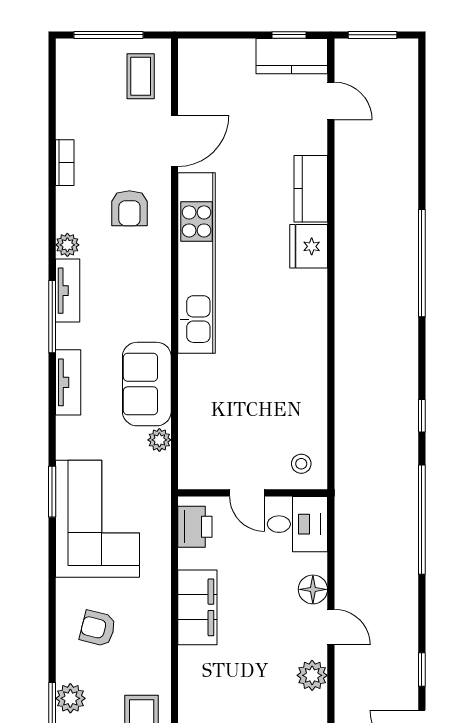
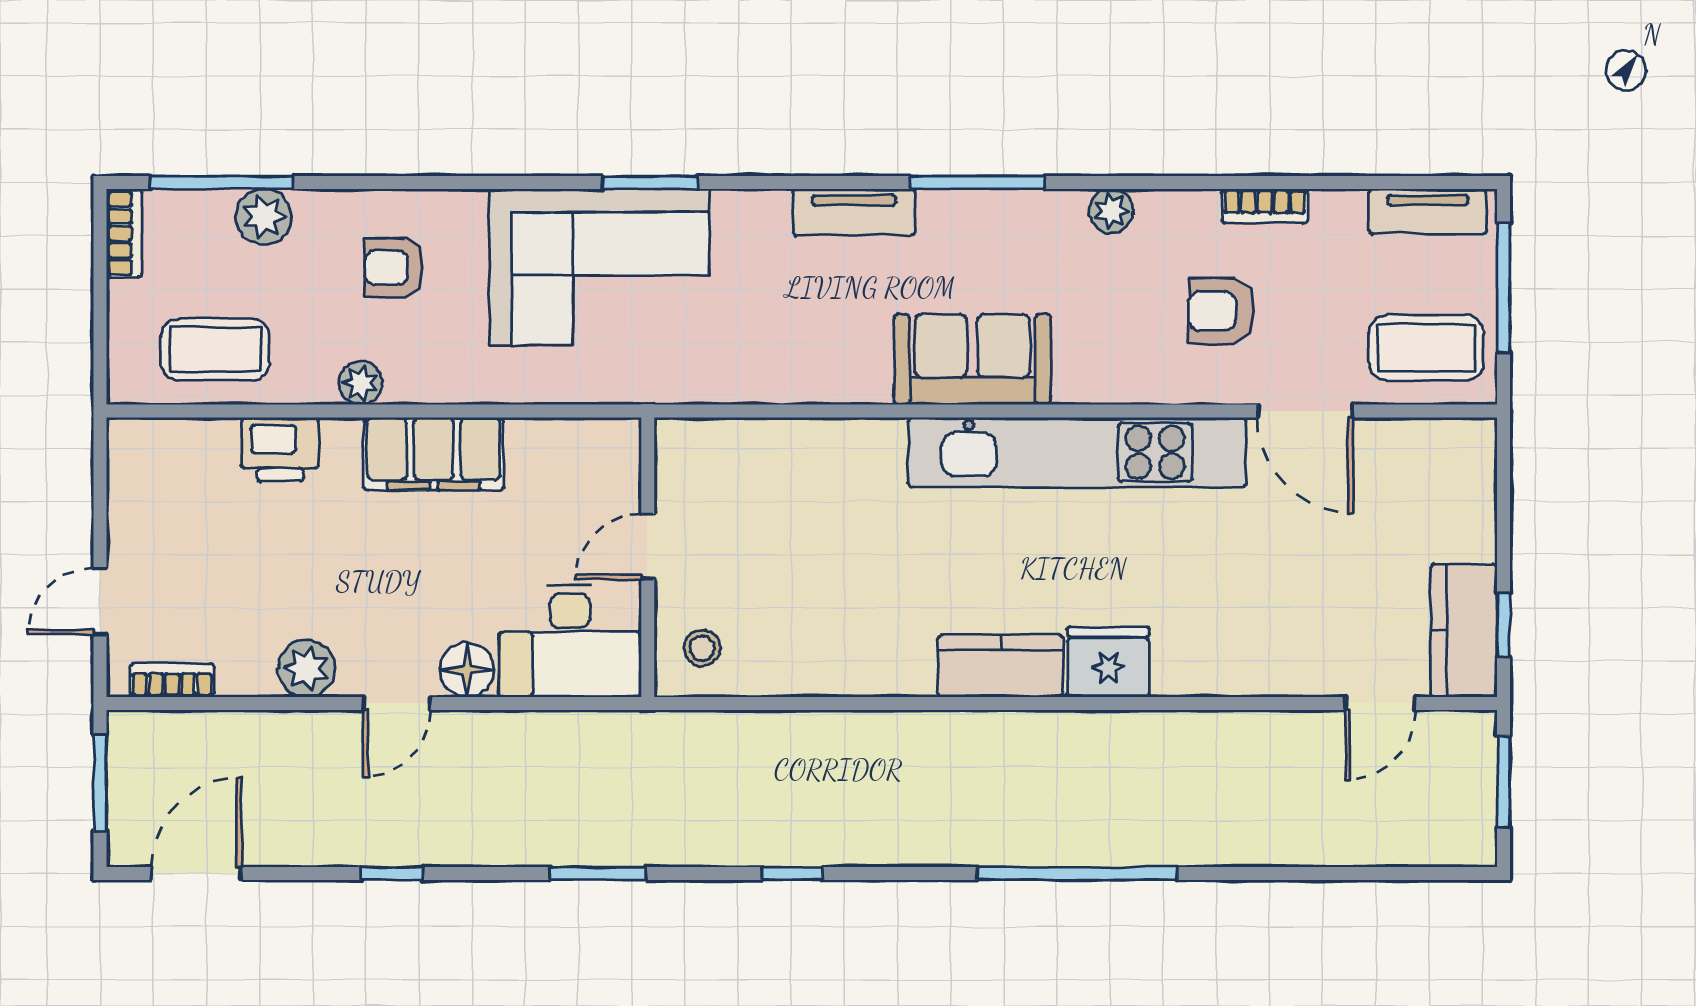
coffee table: (141, 76) -> (1426, 348), width x1.36, depth x1.30
kitchen counter: (311, 189) -> (1001, 666), moved
armchair: (129, 208) -> (1221, 311), moved
tv unit: (68, 291) -> (1428, 211), moved
sofa: (147, 384) -> (972, 359), moved
plant: (159, 440) -> (361, 383), moved
window: (422, 520) -> (598, 874), width x0.47
desk: (297, 524) -> (570, 641), width x1.37
printer: (195, 527) -> (280, 449), moved
armchair: (98, 628) -> (394, 268), turned -104
window: (422, 669) -> (392, 874), moved

